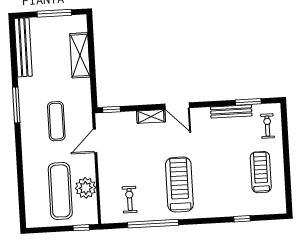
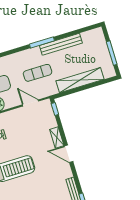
bench: (23, 47) -> (61, 44), moved
shelving: (80, 55) -> (80, 80), width x1.47
door: (177, 106) -> (69, 154), hinge flipped

